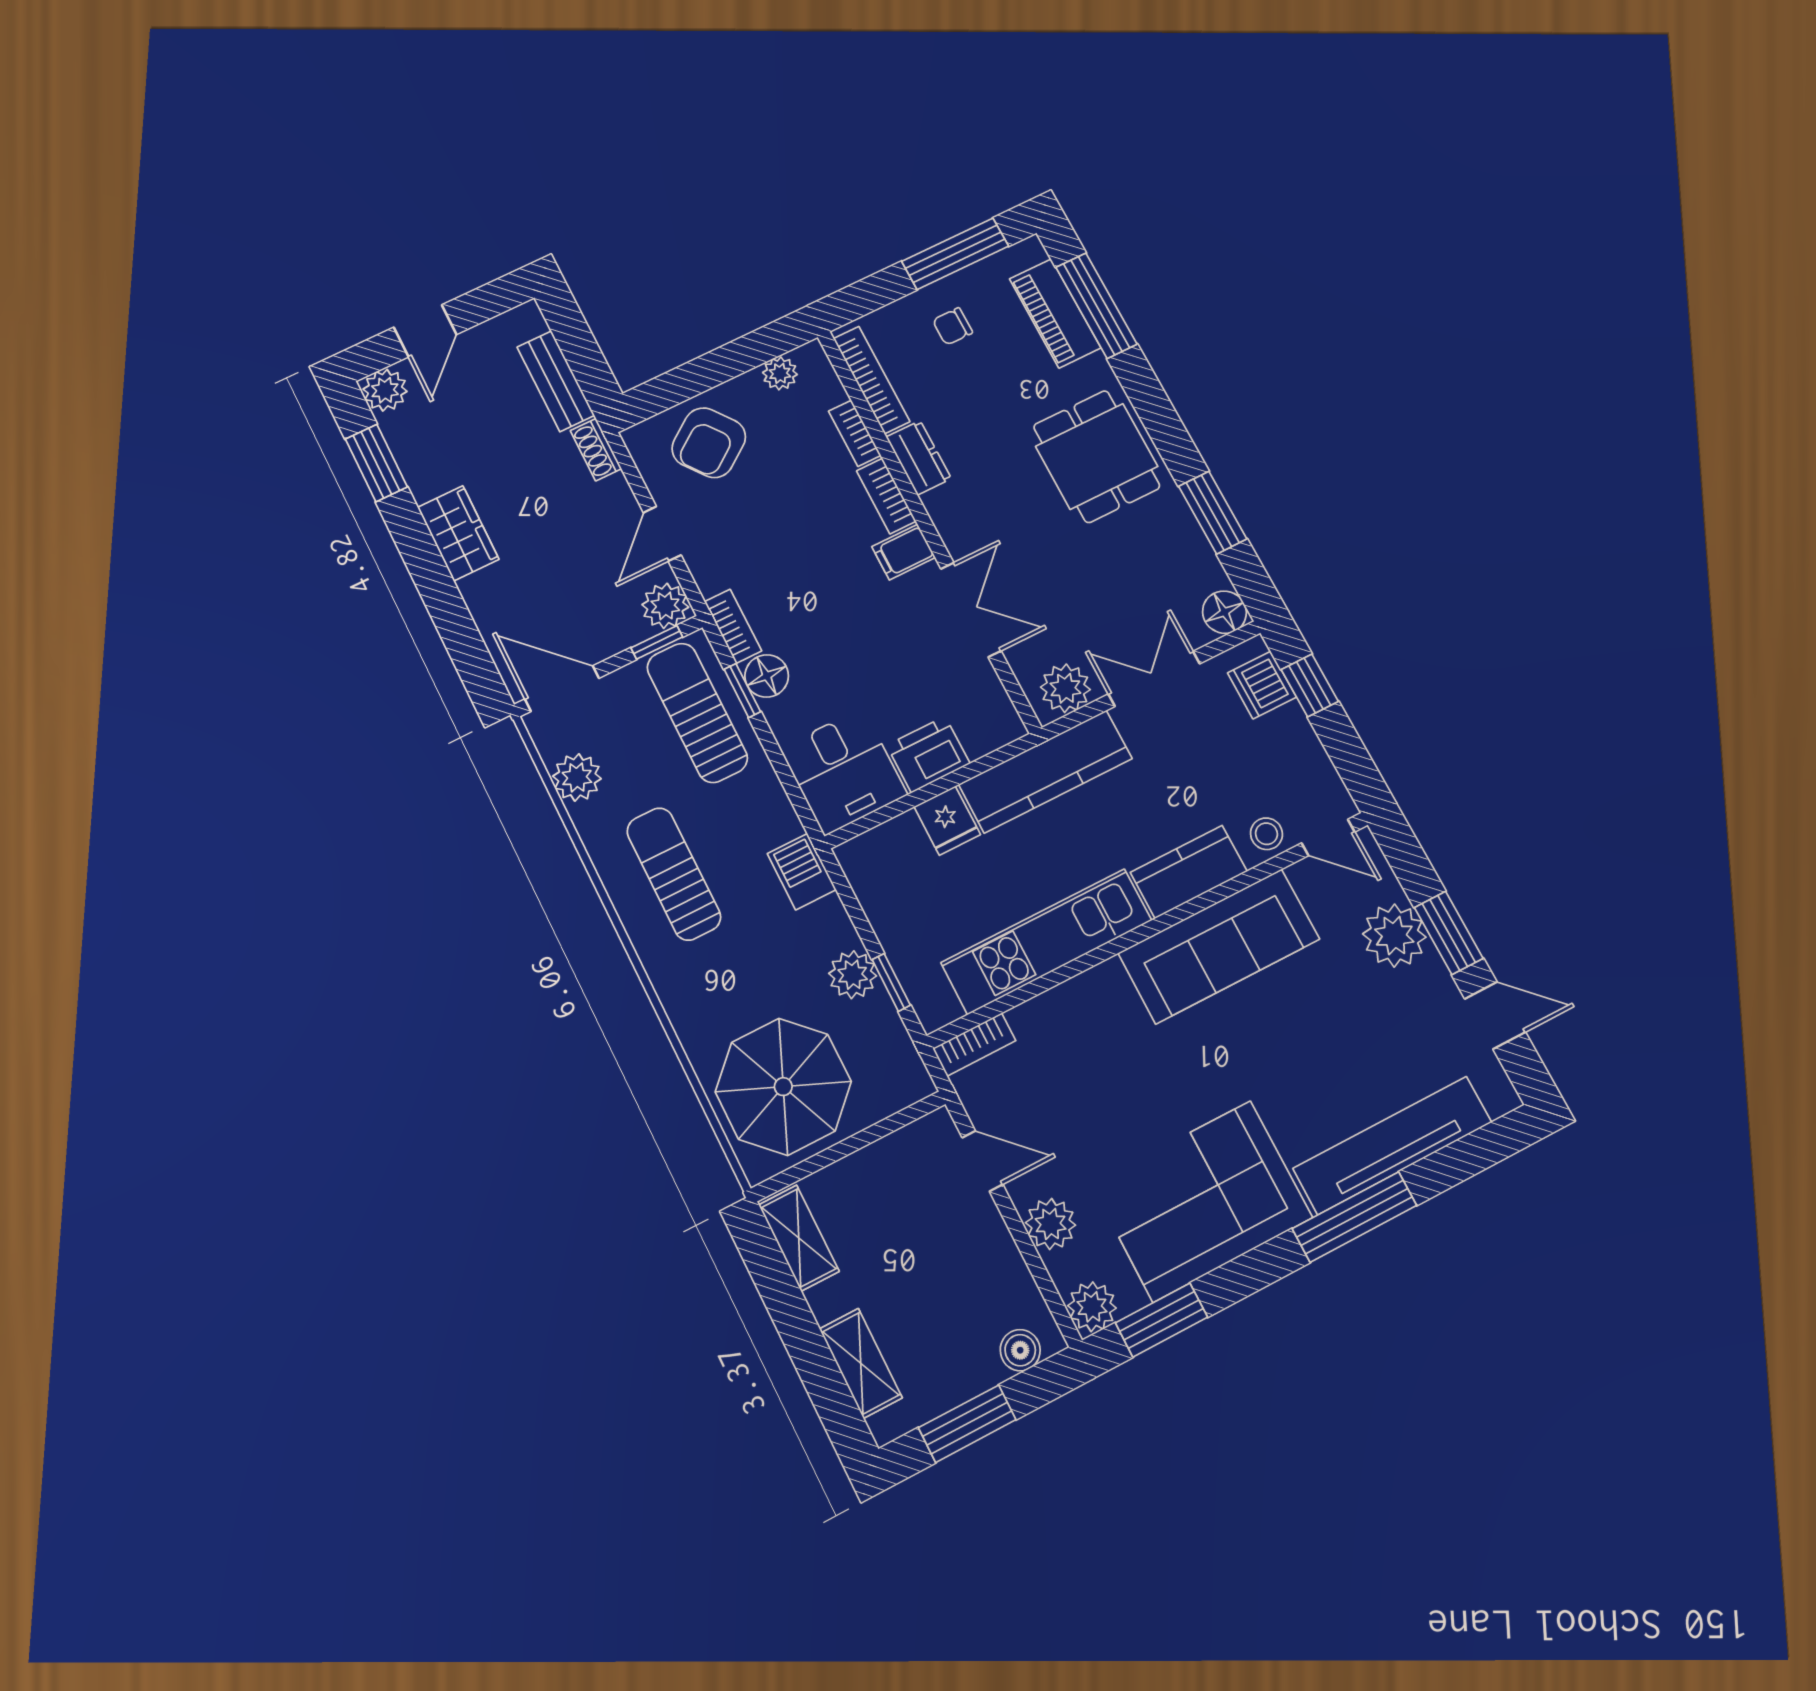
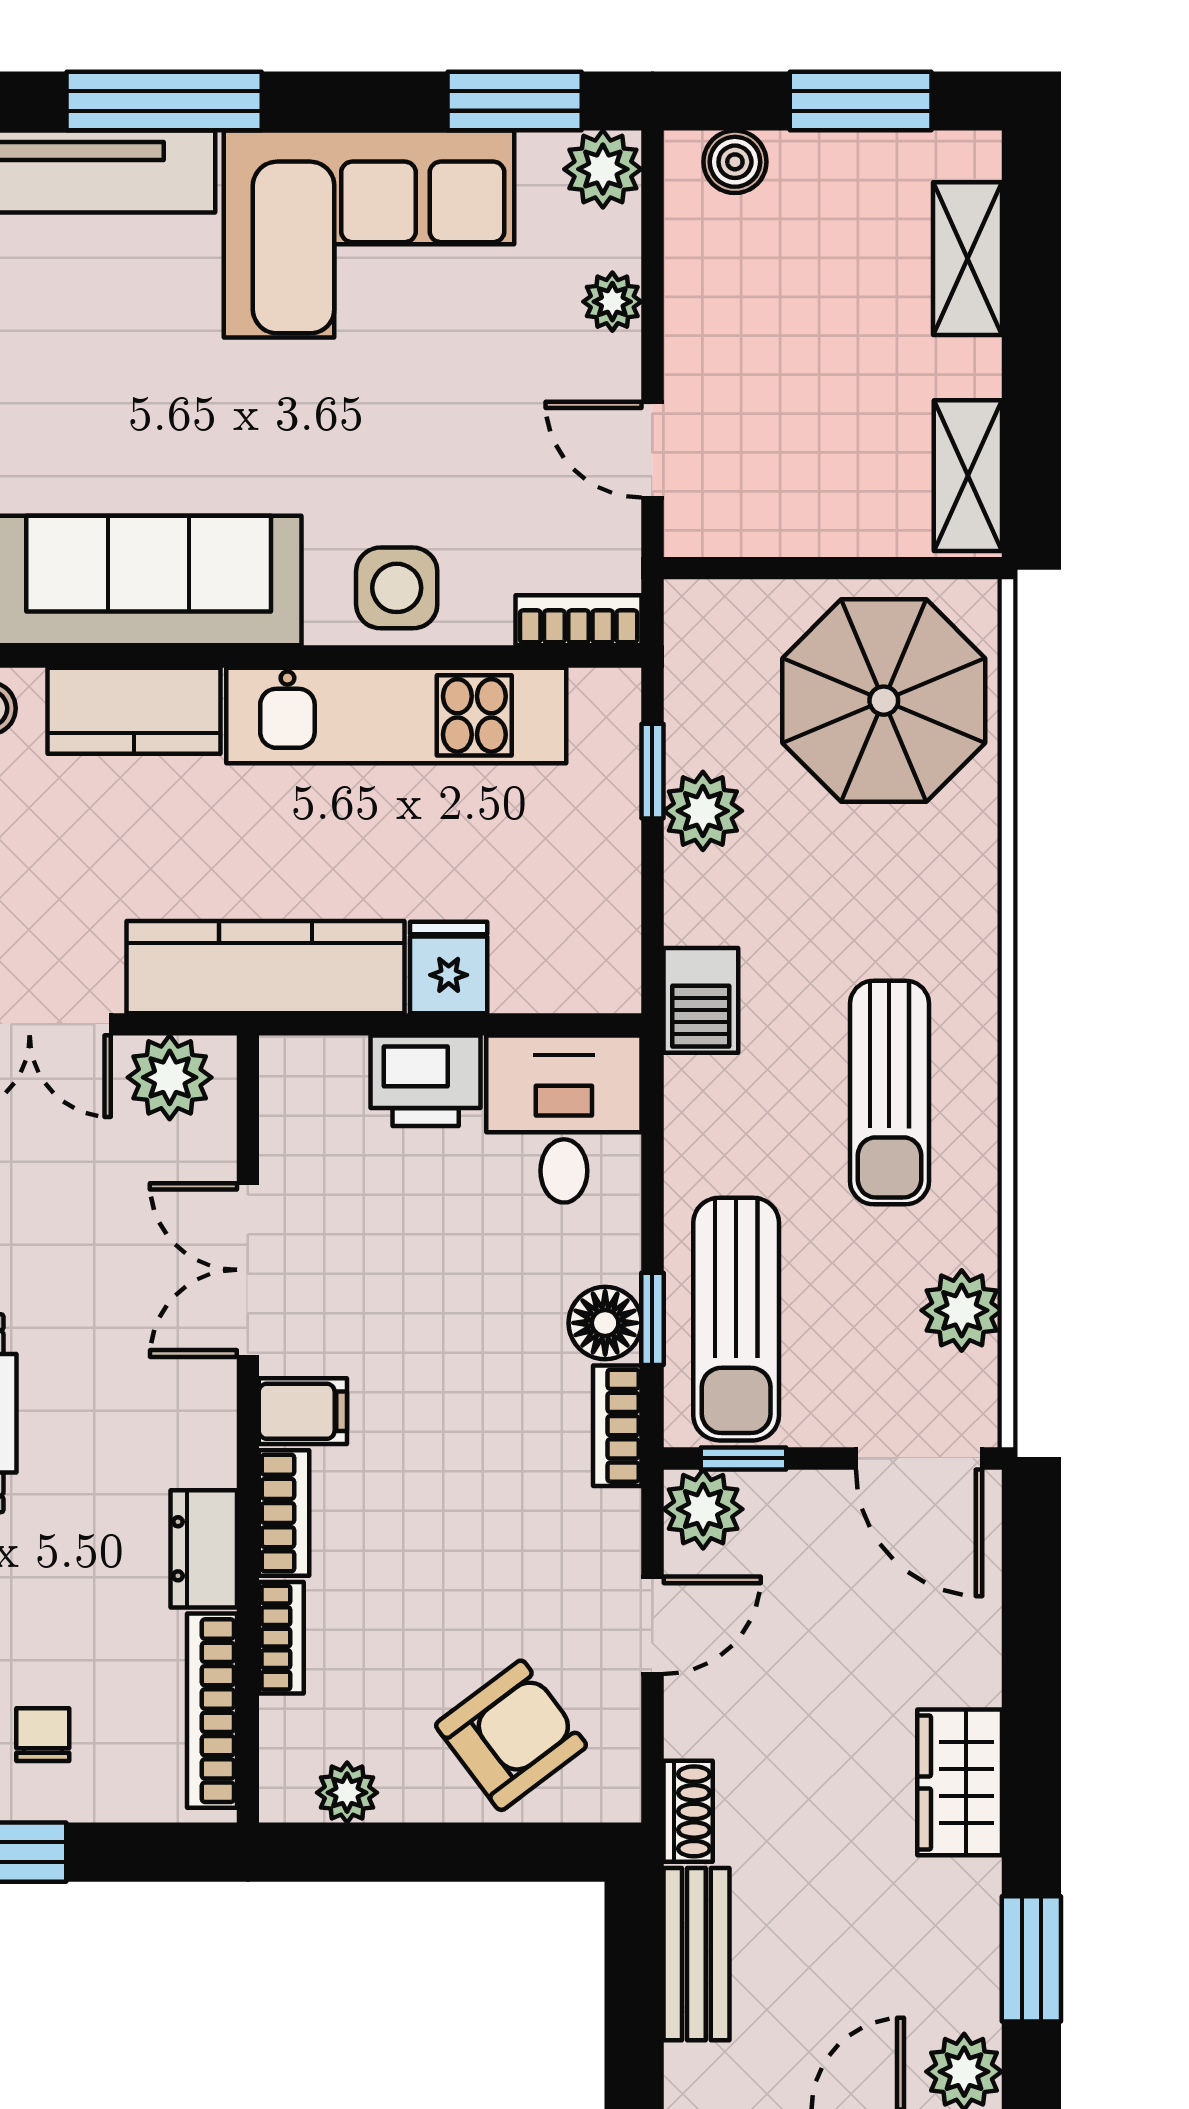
chair: (953, 326) -> (43, 1735), turned -90
side table: (1083, 1011) -> (397, 588), added
plant: (1051, 1224) -> (612, 302), width x0.73, depth x0.73

